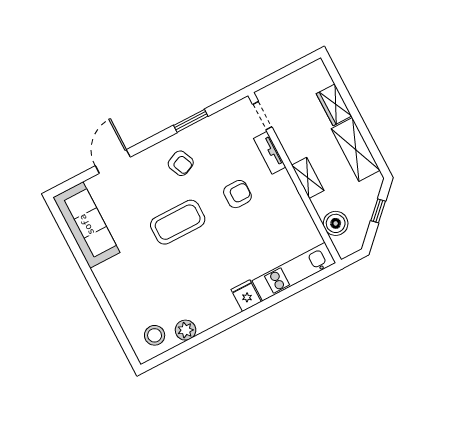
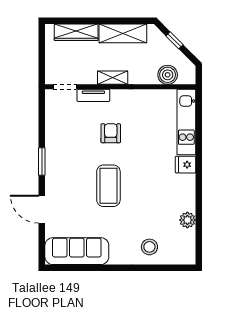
wardrobe: (334, 105) -> (76, 32), width x1.50
window: (191, 121) -> (42, 161), moved
armchair: (181, 163) -> (68, 162), removed
shelving: (308, 178) -> (113, 78), moved
stool: (155, 335) -> (149, 247), moved

